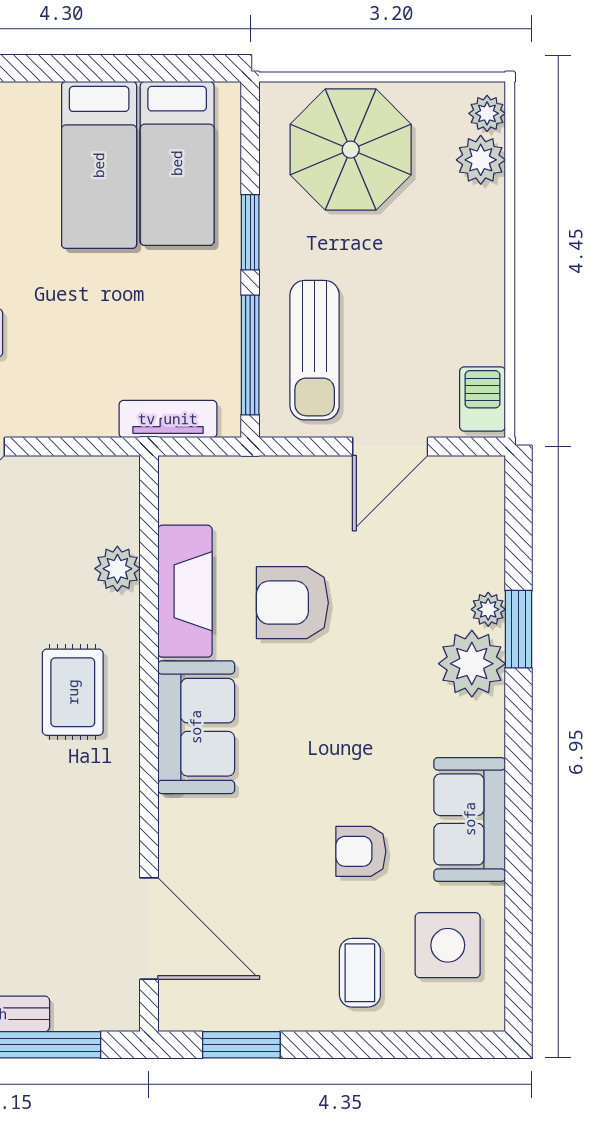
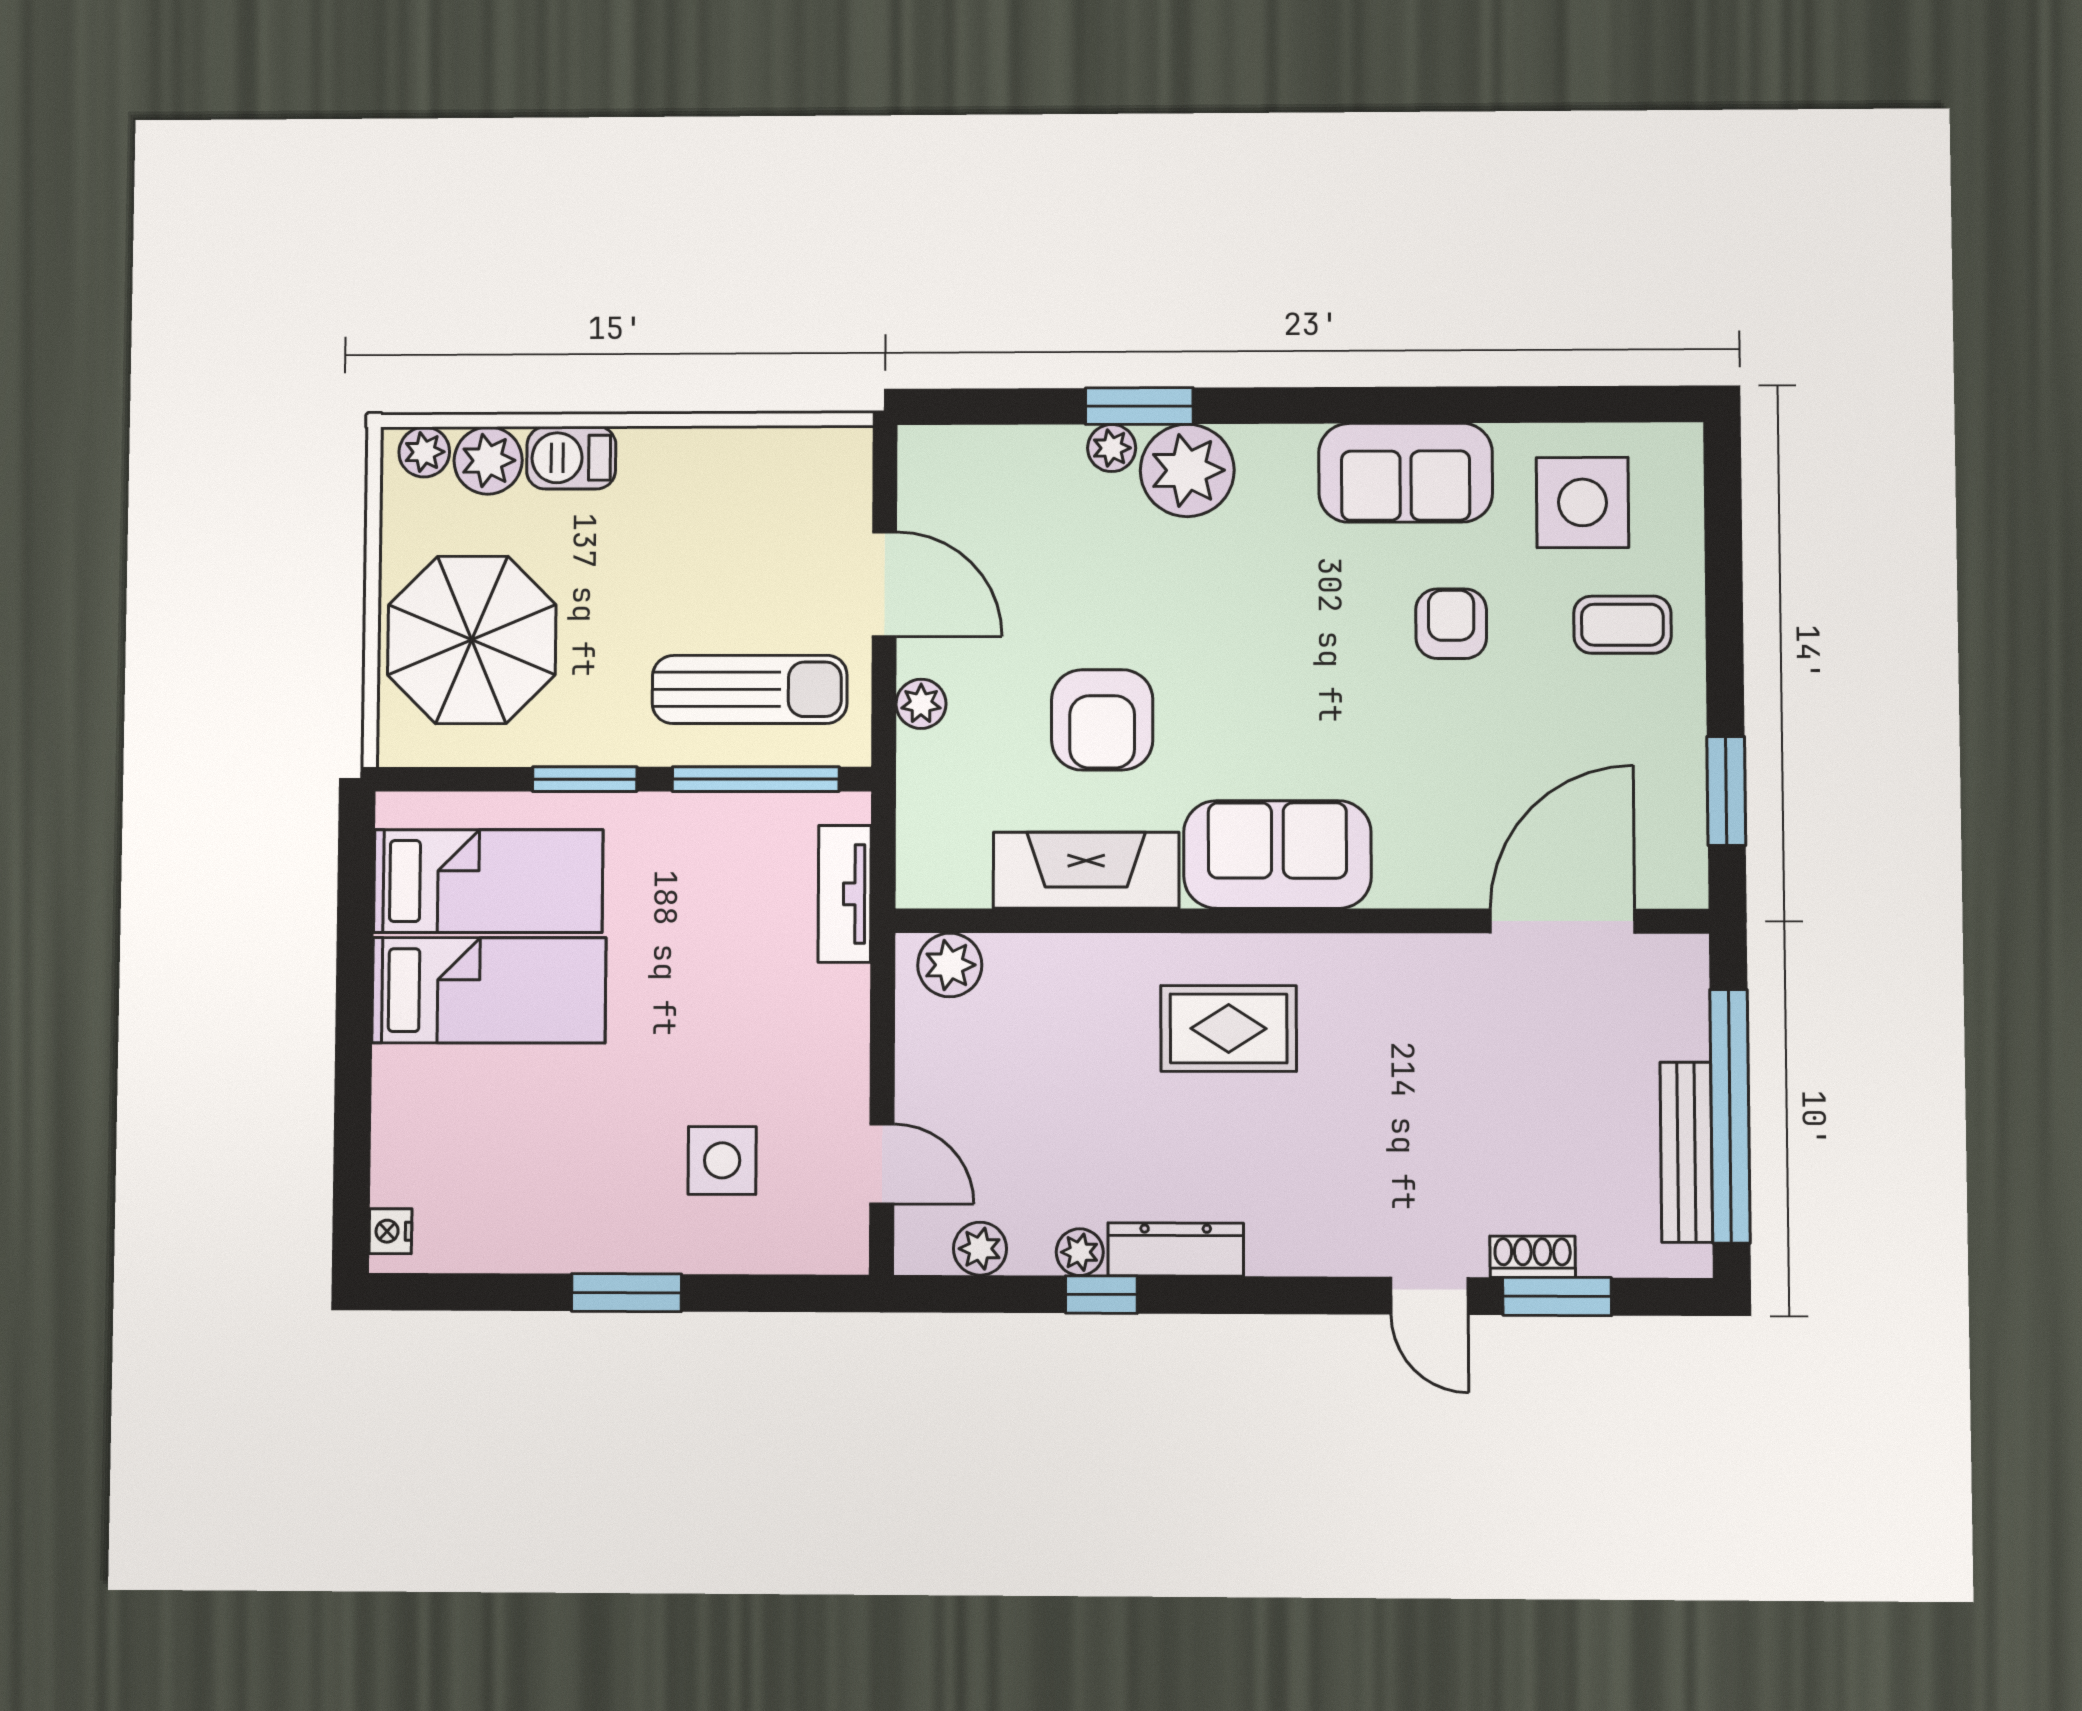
barbecue: (482, 399) -> (571, 458), moved
plant: (304, 473) -> (921, 704), added
plant: (117, 569) -> (950, 965), moved
armchair: (361, 851) -> (1451, 624), turned 180

